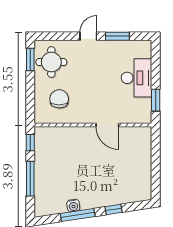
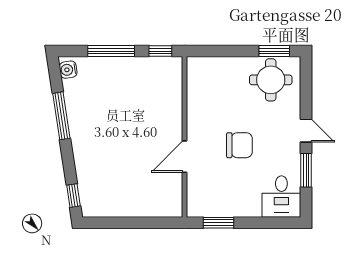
desk: (137, 78) -> (281, 197), moved, width x0.73
chair: (59, 99) -> (239, 145), moved
water cooler: (73, 206) -> (68, 70), moved
window: (114, 210) -> (73, 196), moved

